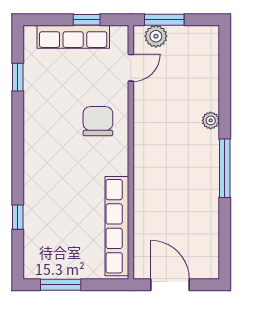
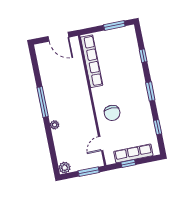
plant: (156, 36) -> (65, 168), moved
window: (18, 147) -> (150, 91), added

